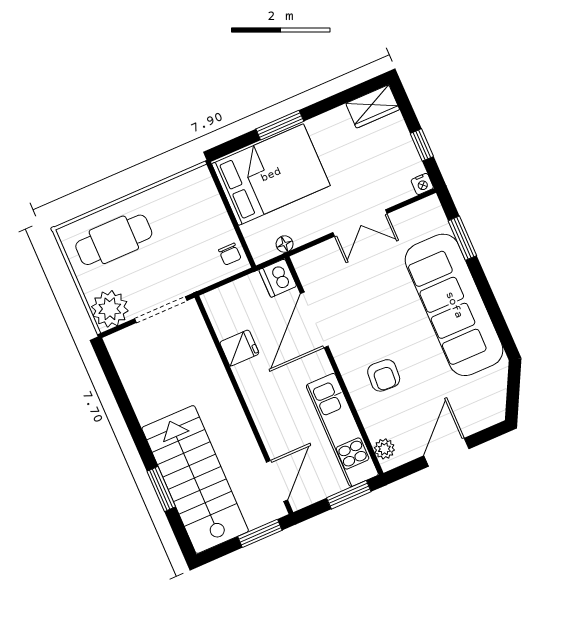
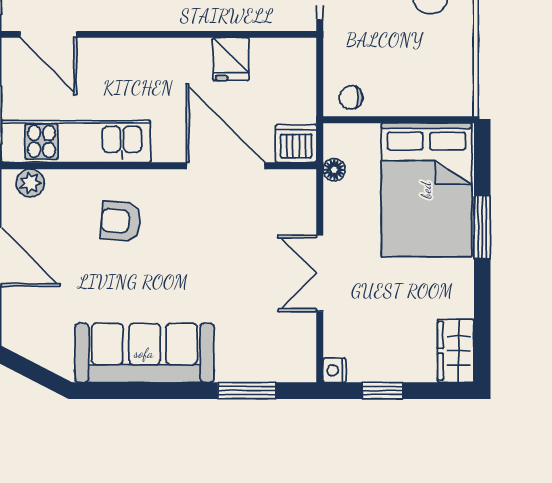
sofa: (454, 305) -> (144, 353), width x0.74, depth x0.79

